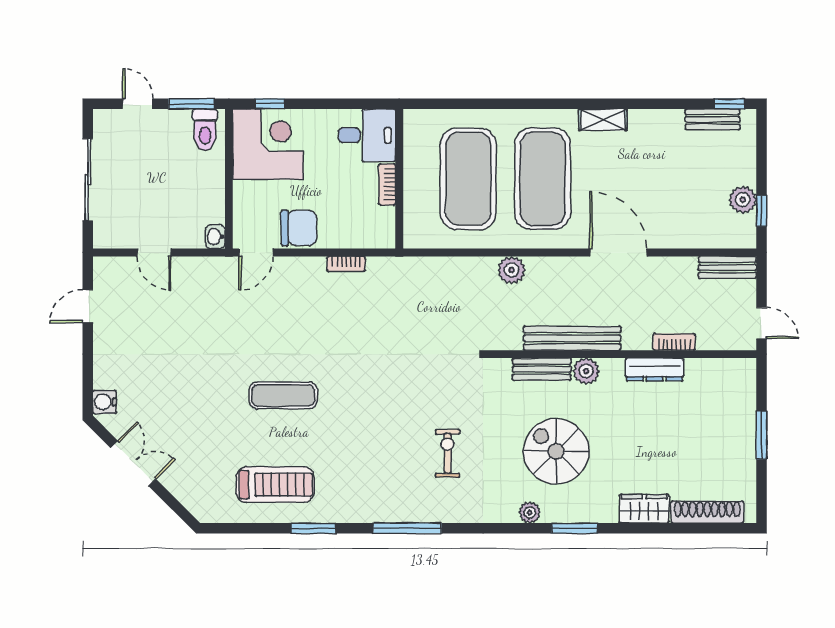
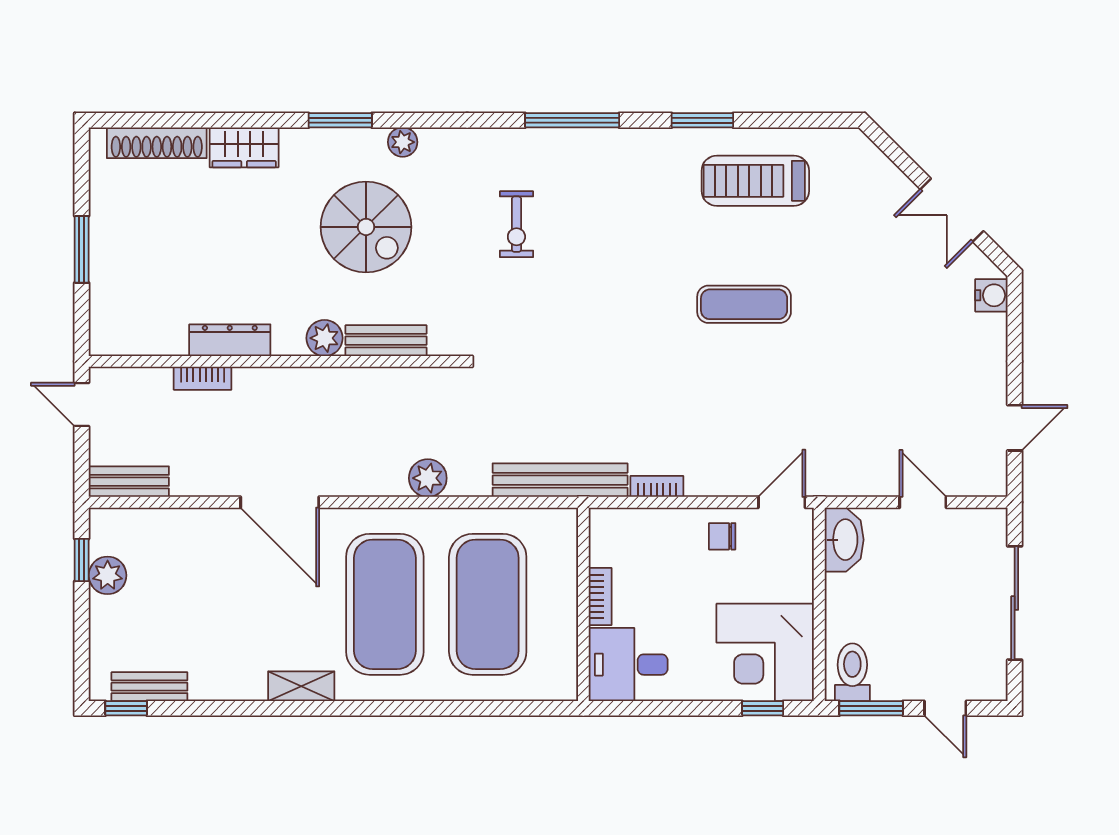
chair: (299, 228) -> (722, 536), width x0.54, depth x0.54
washbasin: (215, 237) -> (844, 540), width x1.91, depth x1.45
bench: (572, 338) -> (560, 480), moved

